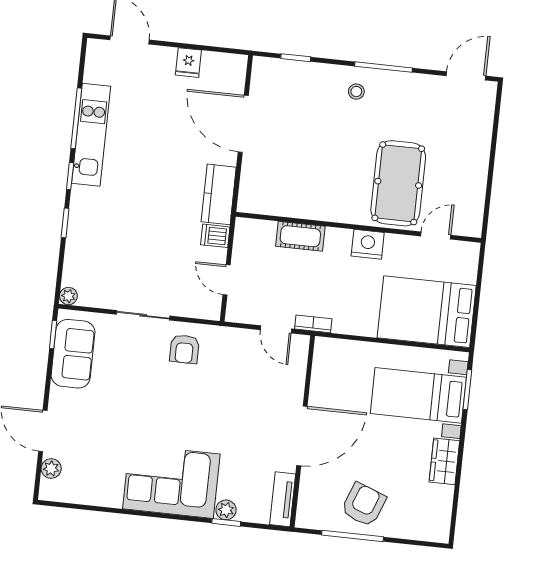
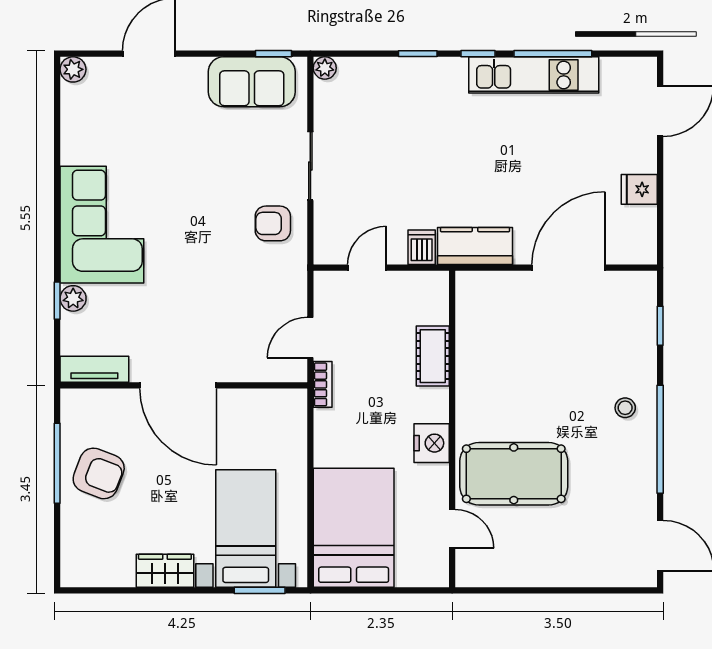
window: (384, 67) -> (660, 439), width x1.46
plant: (51, 469) -> (73, 69), moved

